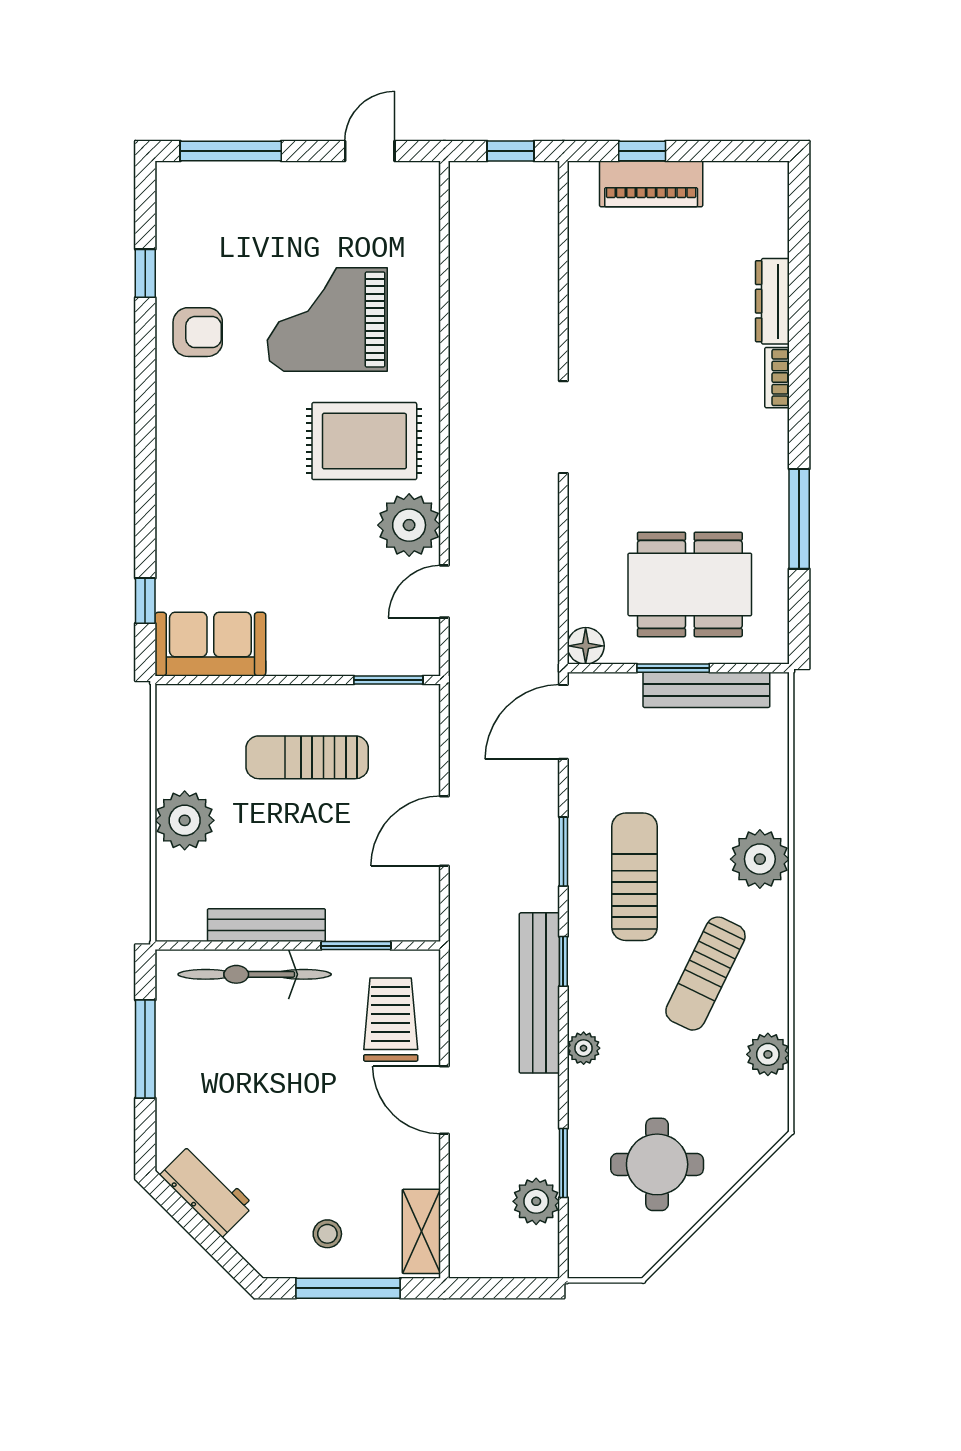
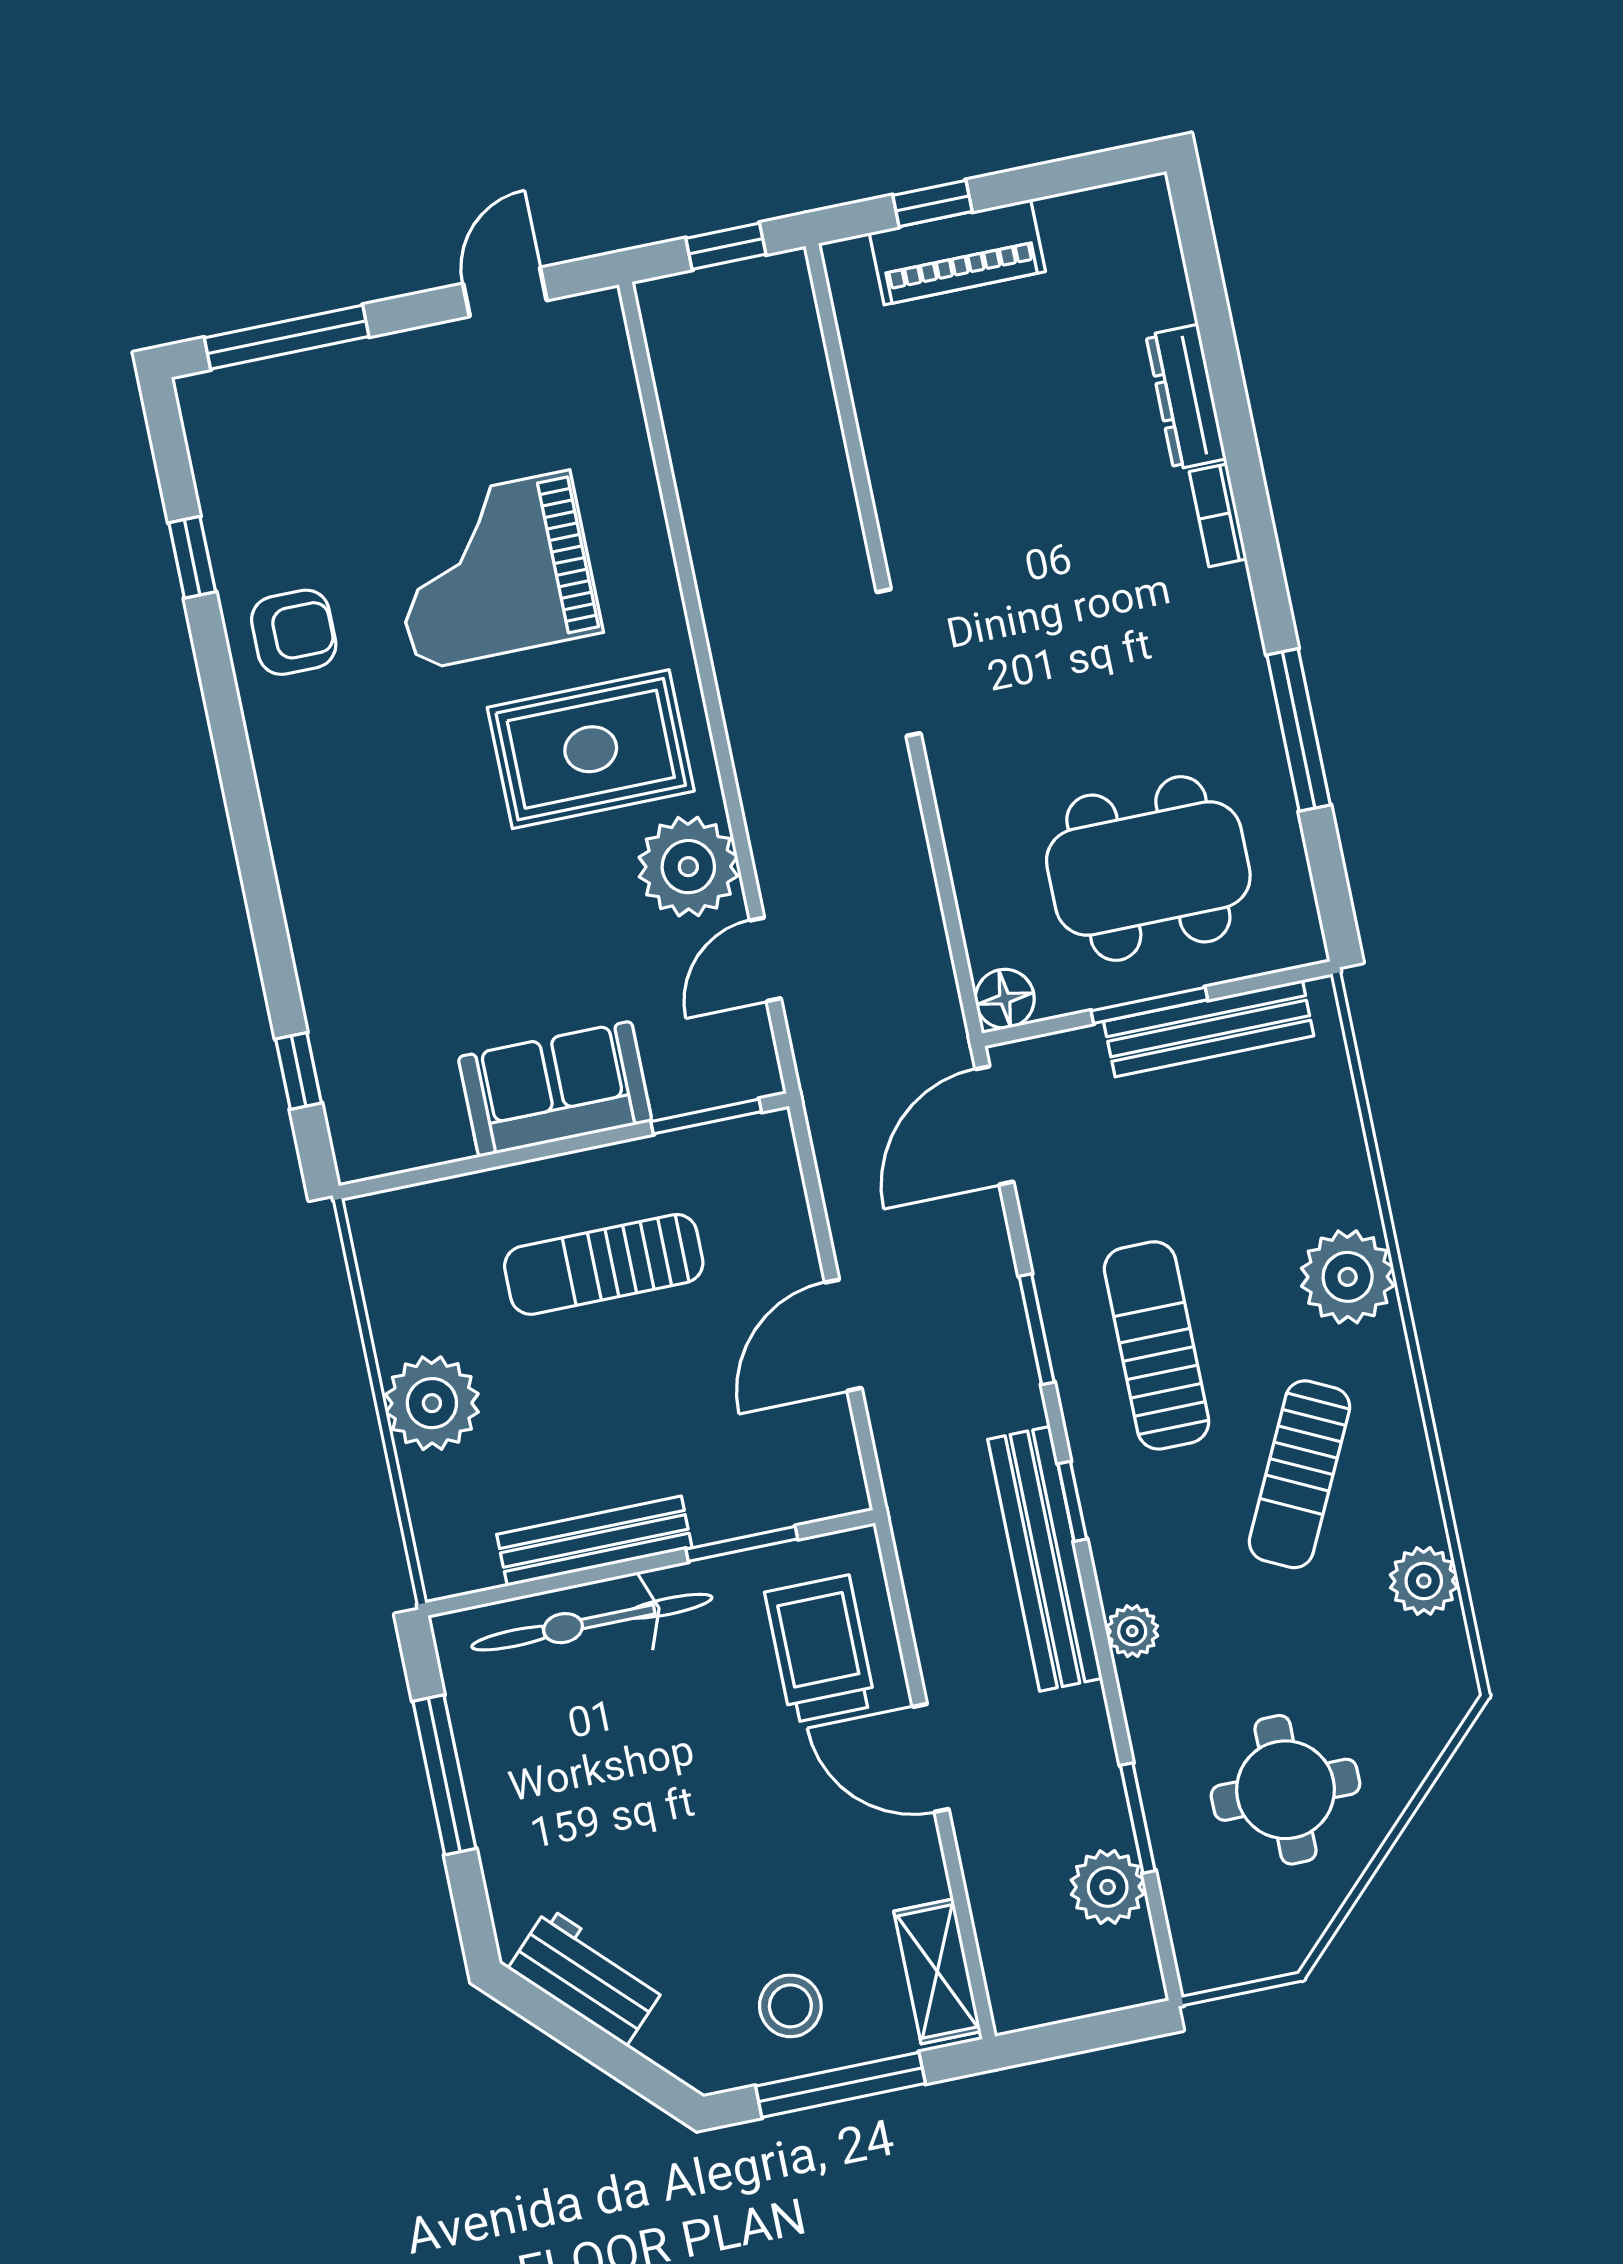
sofa: (210, 644) -> (555, 1089), moved
stool: (327, 1234) -> (790, 2006), width x1.37, depth x1.37

